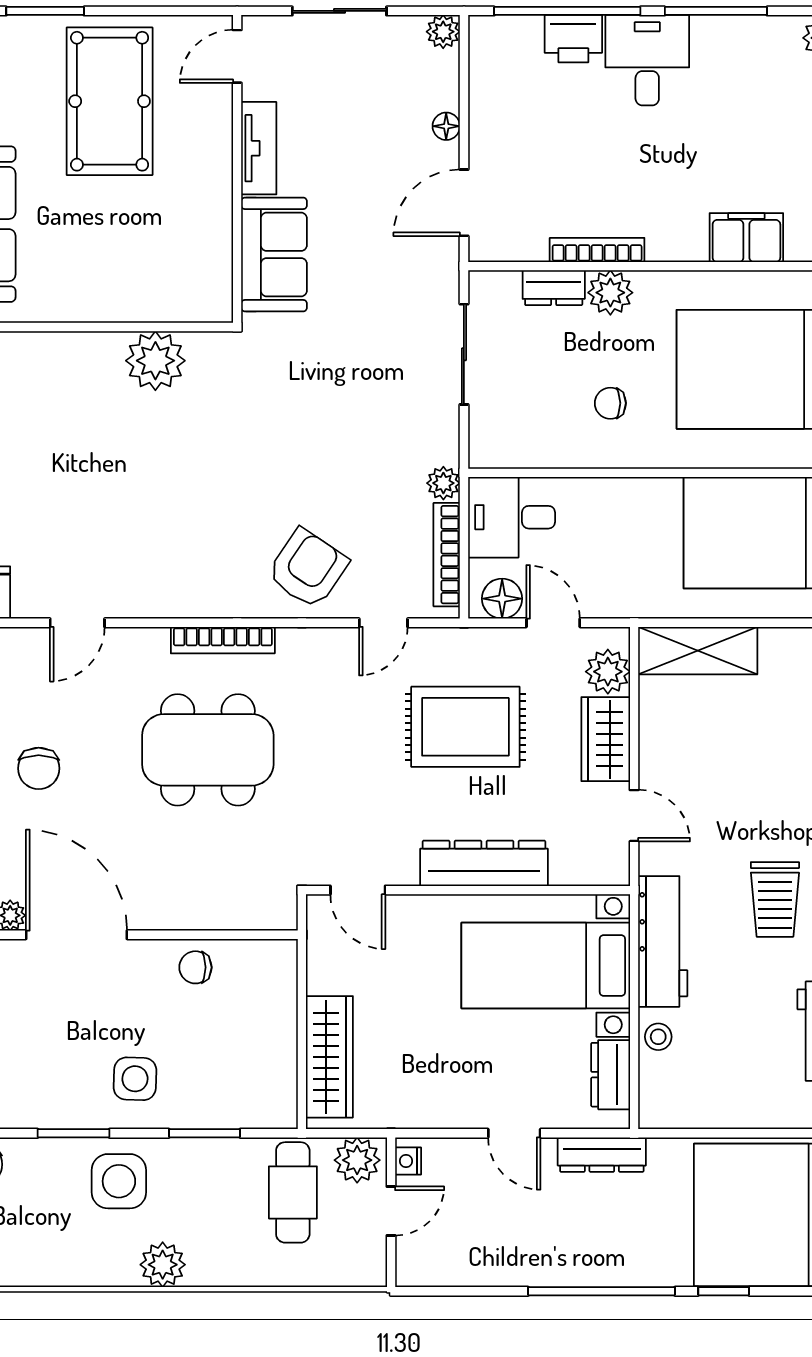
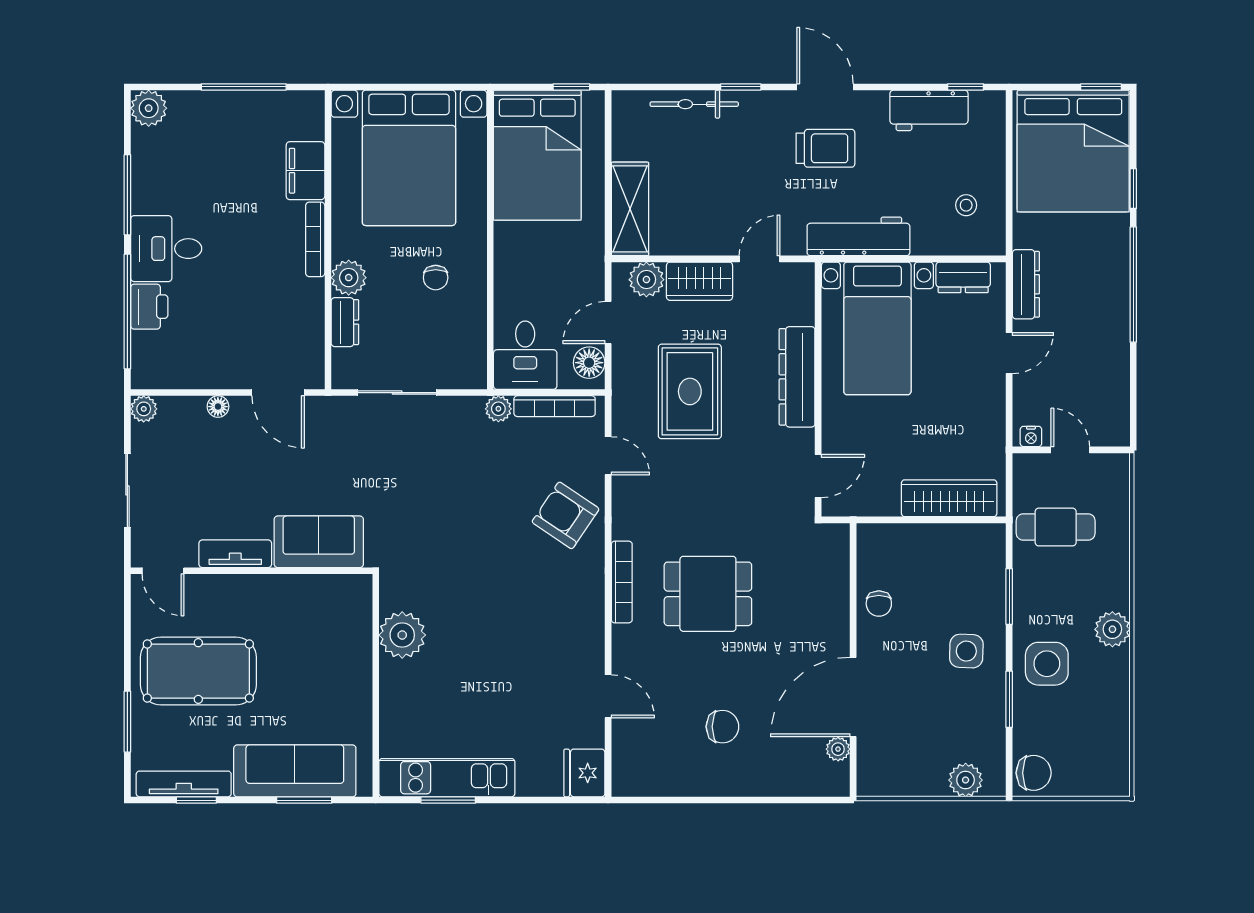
bookcase: (597, 250) -> (315, 239), moved
dining table: (208, 750) -> (708, 594), width x0.73
stool: (658, 1037) -> (966, 205), moved
plant: (357, 1160) -> (1030, 477), removed

